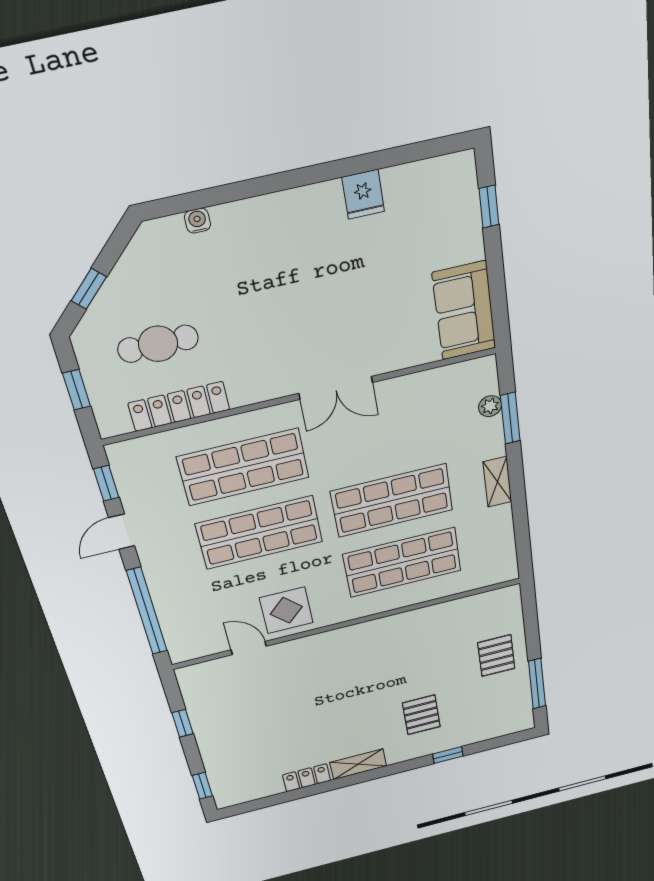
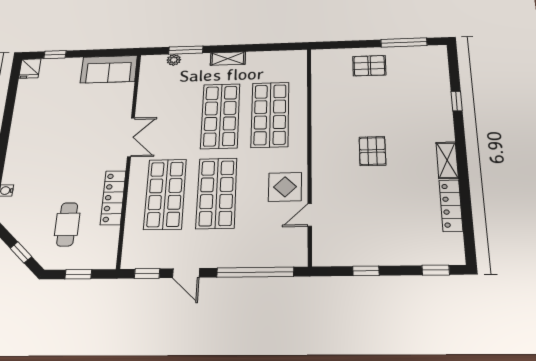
fridge: (363, 194) -> (30, 68), moved, turned 90
locker: (179, 406) -> (113, 198), moved
pallet: (421, 715) -> (372, 151), moved, turned 90
locker: (307, 778) -> (451, 206), width x1.53

